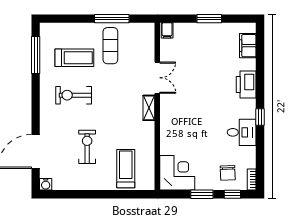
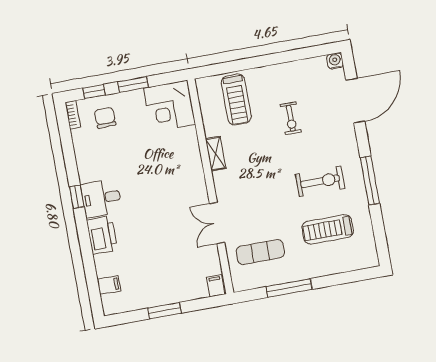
exercise mat: (110, 46) -> (260, 252), moved, turned 90
filing cabinet: (248, 46) -> (109, 285), width x0.50
window: (36, 55) -> (370, 180), moved
shelving: (149, 108) -> (216, 154), moved
desk: (242, 132) -> (101, 198), moved
exercise bike: (87, 147) -> (291, 118), width x0.73, depth x0.72

